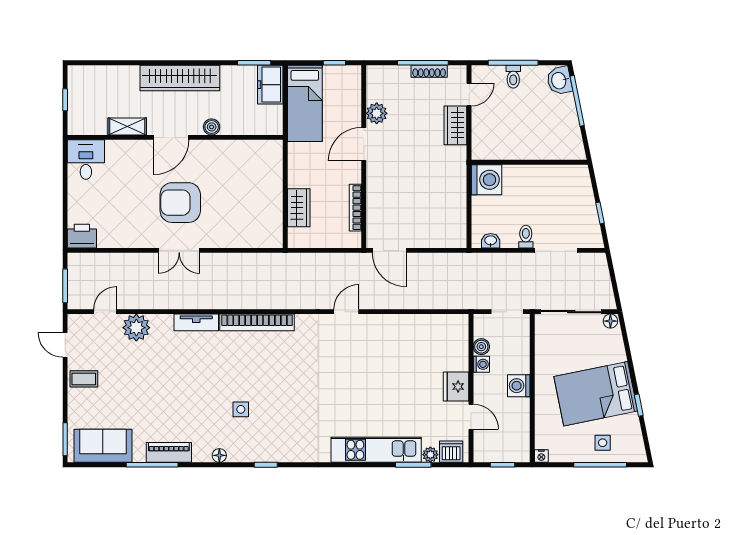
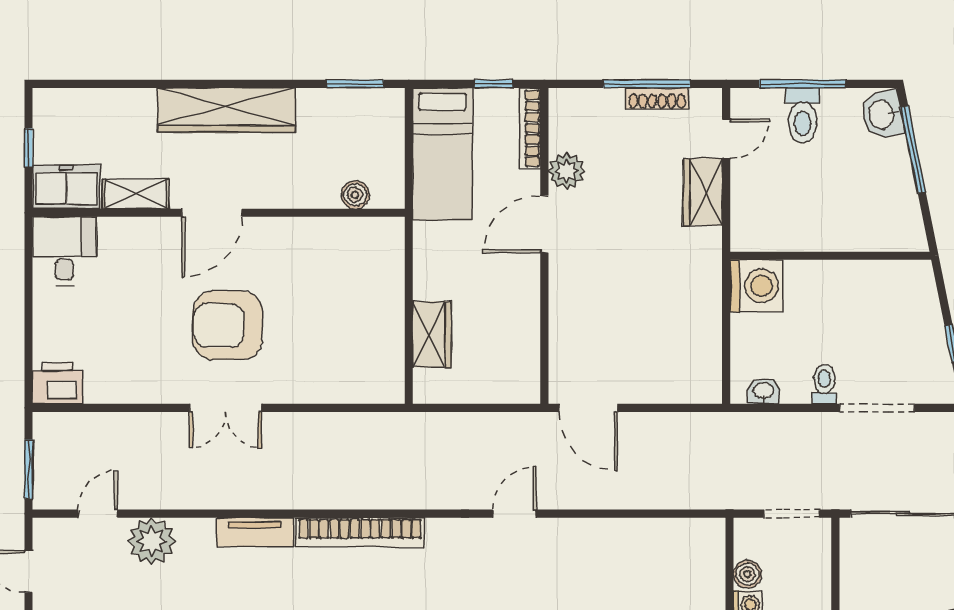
toilet: (513, 77) -> (803, 115), width x1.37, depth x1.39
freezer: (270, 85) -> (66, 187), moved, turned 90
boiler: (212, 127) -> (355, 195), moved
bookcase: (355, 208) -> (530, 128), moved

